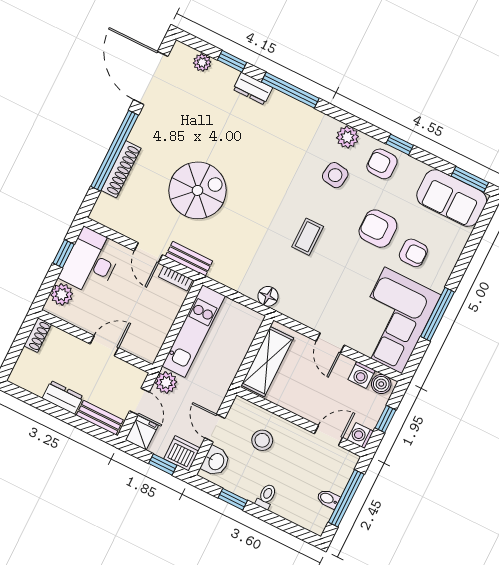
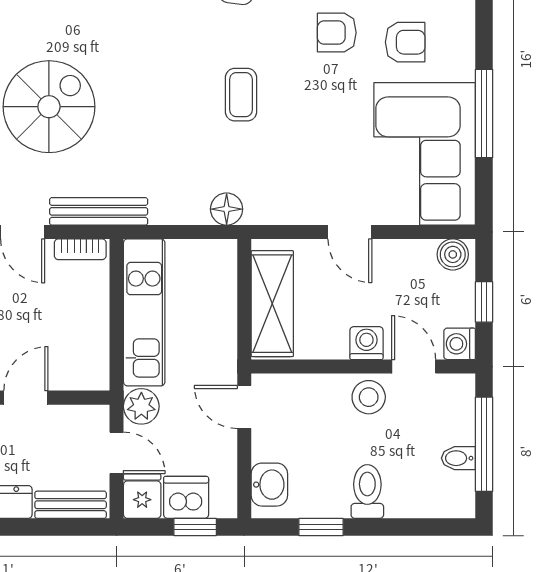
armchair: (378, 229) -> (337, 33), width x0.72, depth x0.72
bench: (189, 259) -> (99, 211), width x1.36
washing machine: (362, 375) -> (366, 343), moved, turned 180
door: (215, 428) -> (244, 407), moved
door: (329, 436) -> (414, 367), hinge flipped
stool: (262, 440) -> (369, 397), moved
dishwasher: (182, 453) -> (186, 497), moved
toilet: (266, 496) -> (367, 492), width x1.37, depth x1.39

